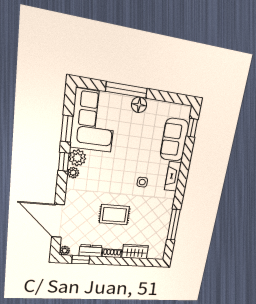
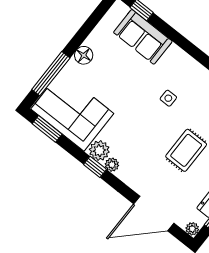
window: (127, 90) -> (51, 74), moved
window: (67, 129) -> (47, 129), moved
fireplace: (173, 176) -> (183, 60), removed

